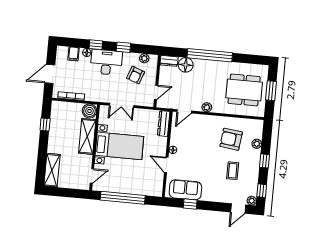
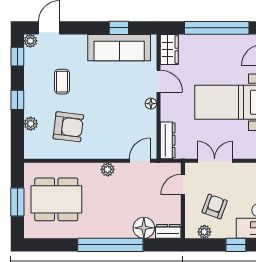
double door: (122, 105) -> (215, 161), moved
wardrobe: (157, 186) -> (169, 50), added
sofa: (185, 190) -> (119, 48), width x1.36

